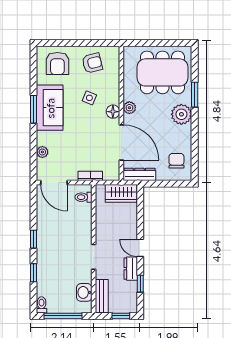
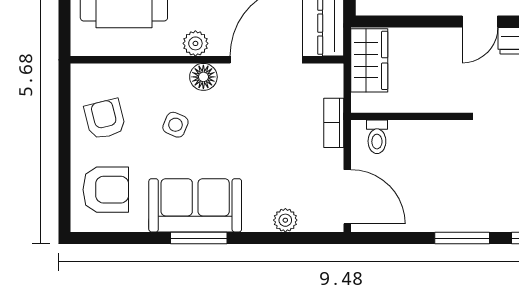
door: (54, 183) -> (347, 197), hinge flipped
window: (34, 239) -> (462, 238), width x1.50

